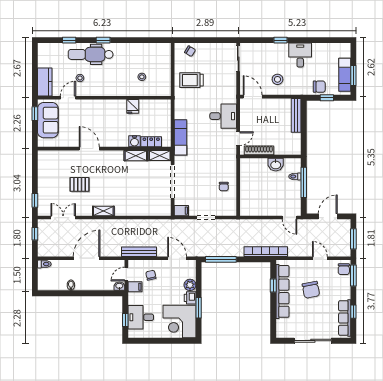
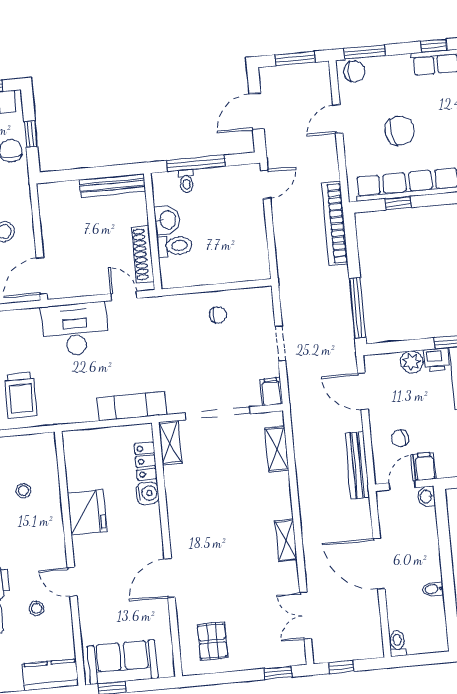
door: (68, 98) -> (72, 582), moved
fridge: (133, 106) -> (87, 512), width x1.88, depth x1.34
bench: (296, 115) -> (113, 186), moved
desk: (223, 116) -> (75, 329), width x1.37
shelving: (136, 156) -> (277, 449), moved
toilet: (262, 167) -> (175, 246), added
pallet: (80, 184) -> (212, 641), moved
door: (328, 216) -> (257, 111), hinge flipped
door: (177, 258) -> (363, 391), hinge flipped
door: (126, 274) -> (402, 485), swing flipped

